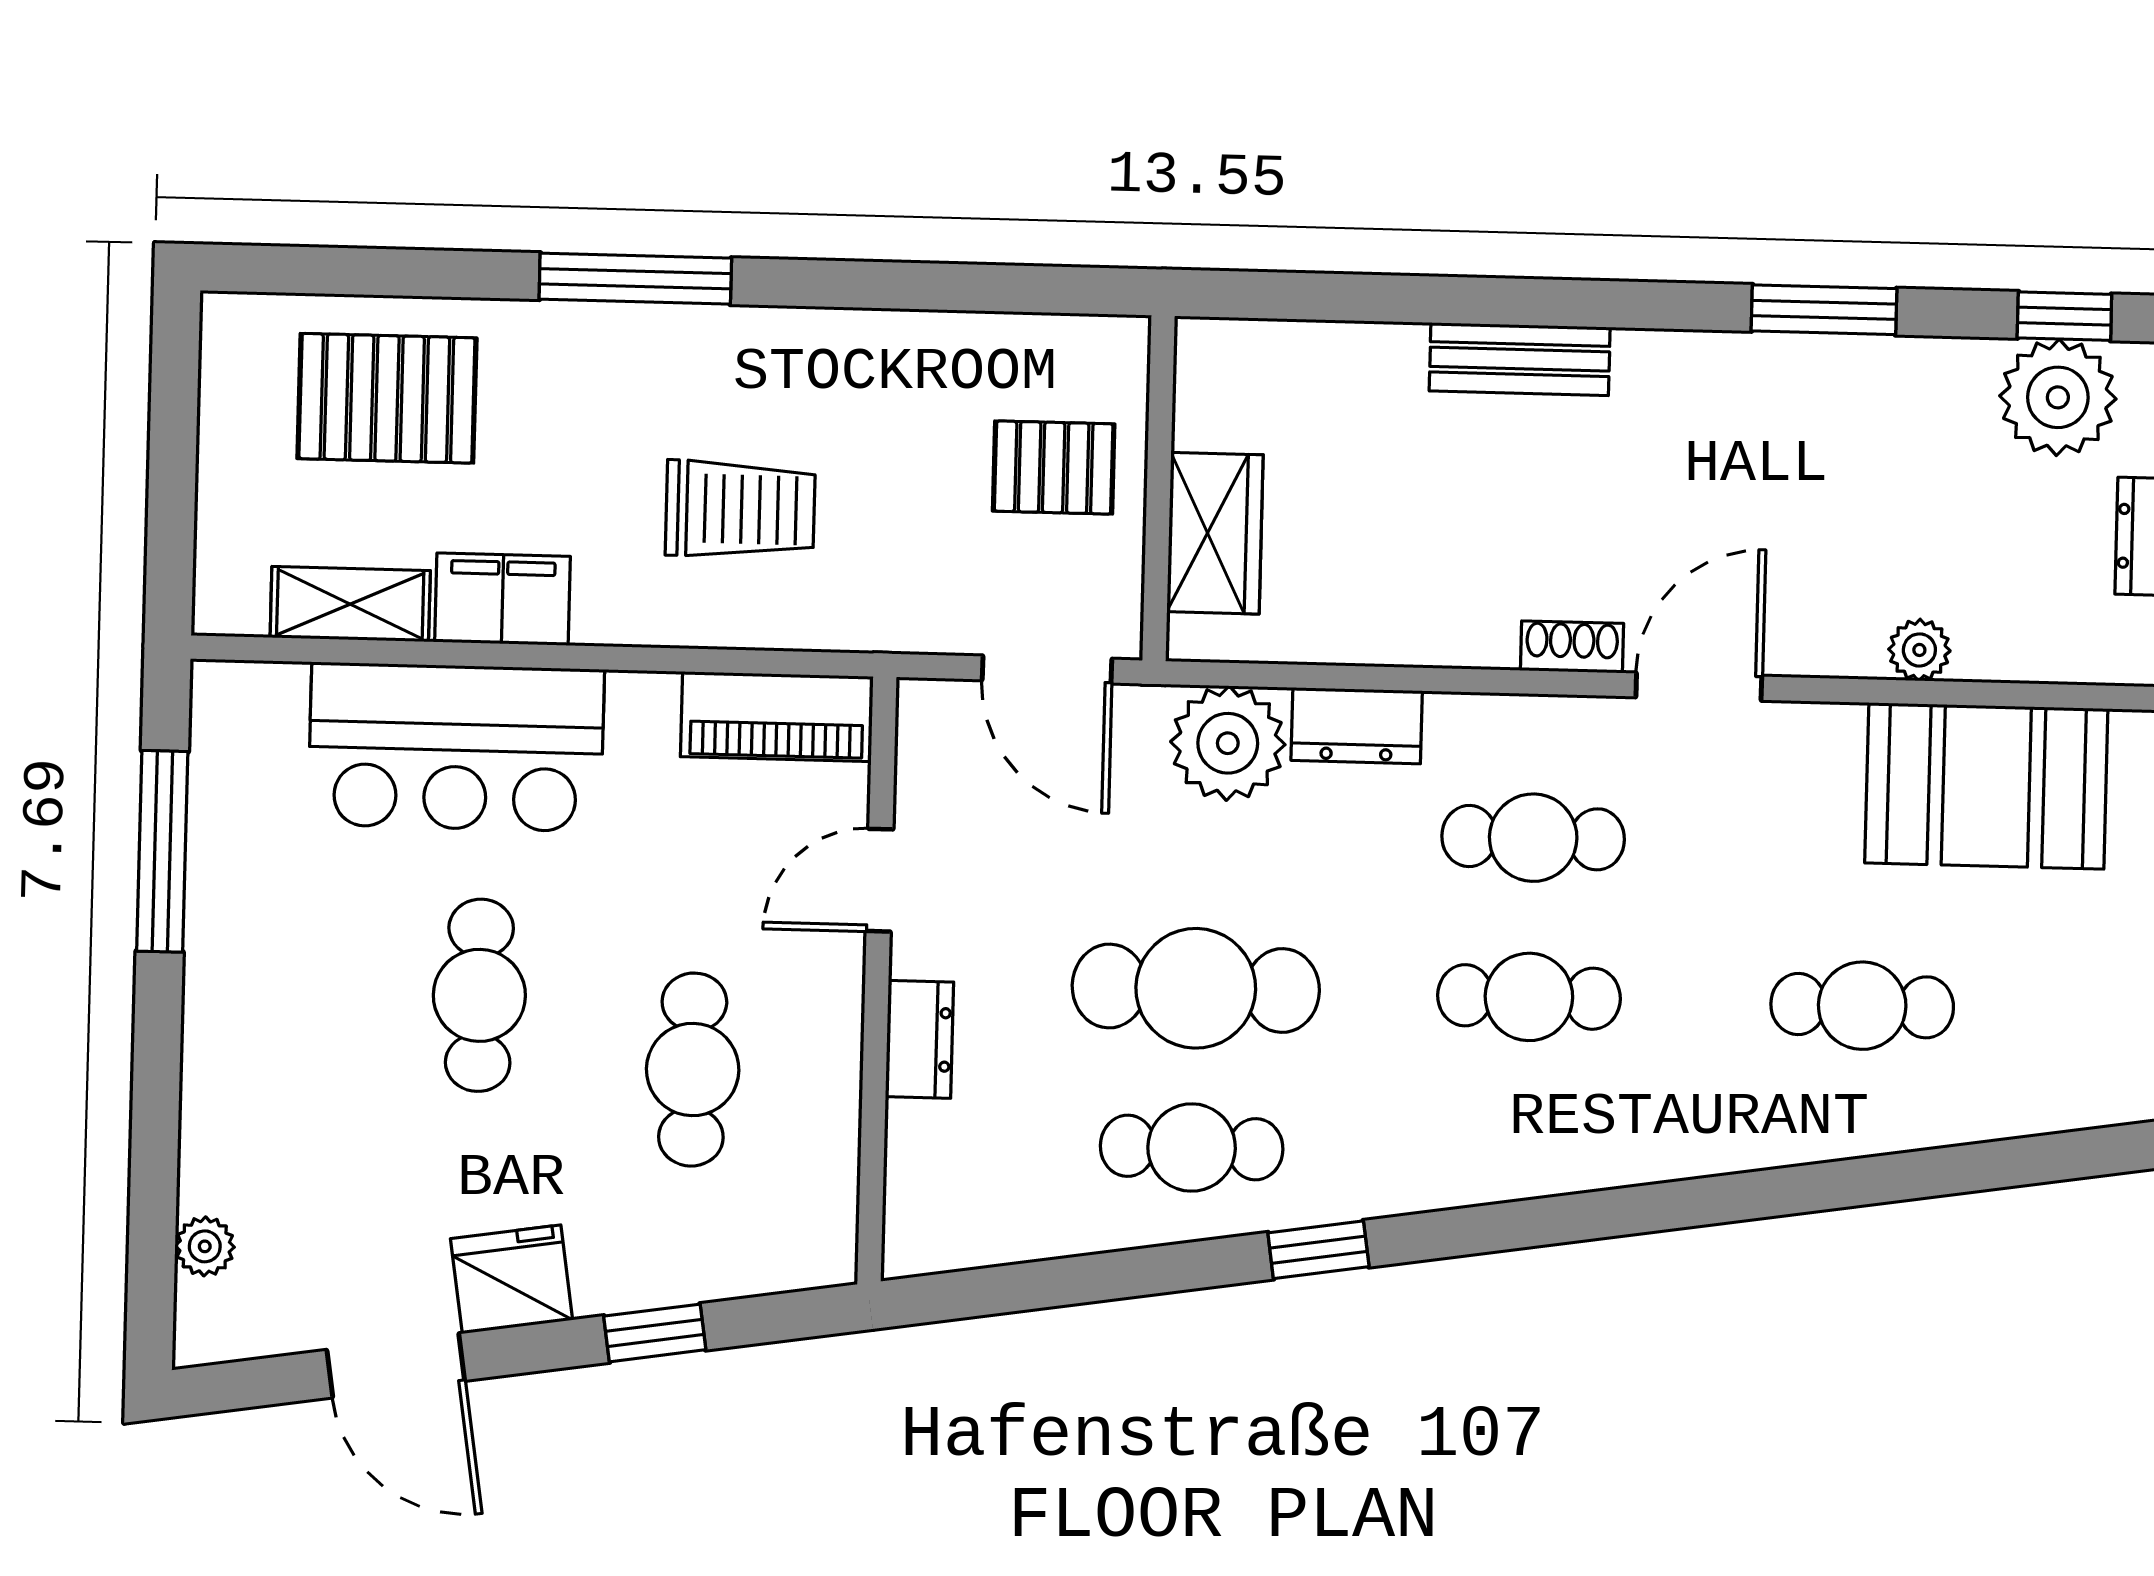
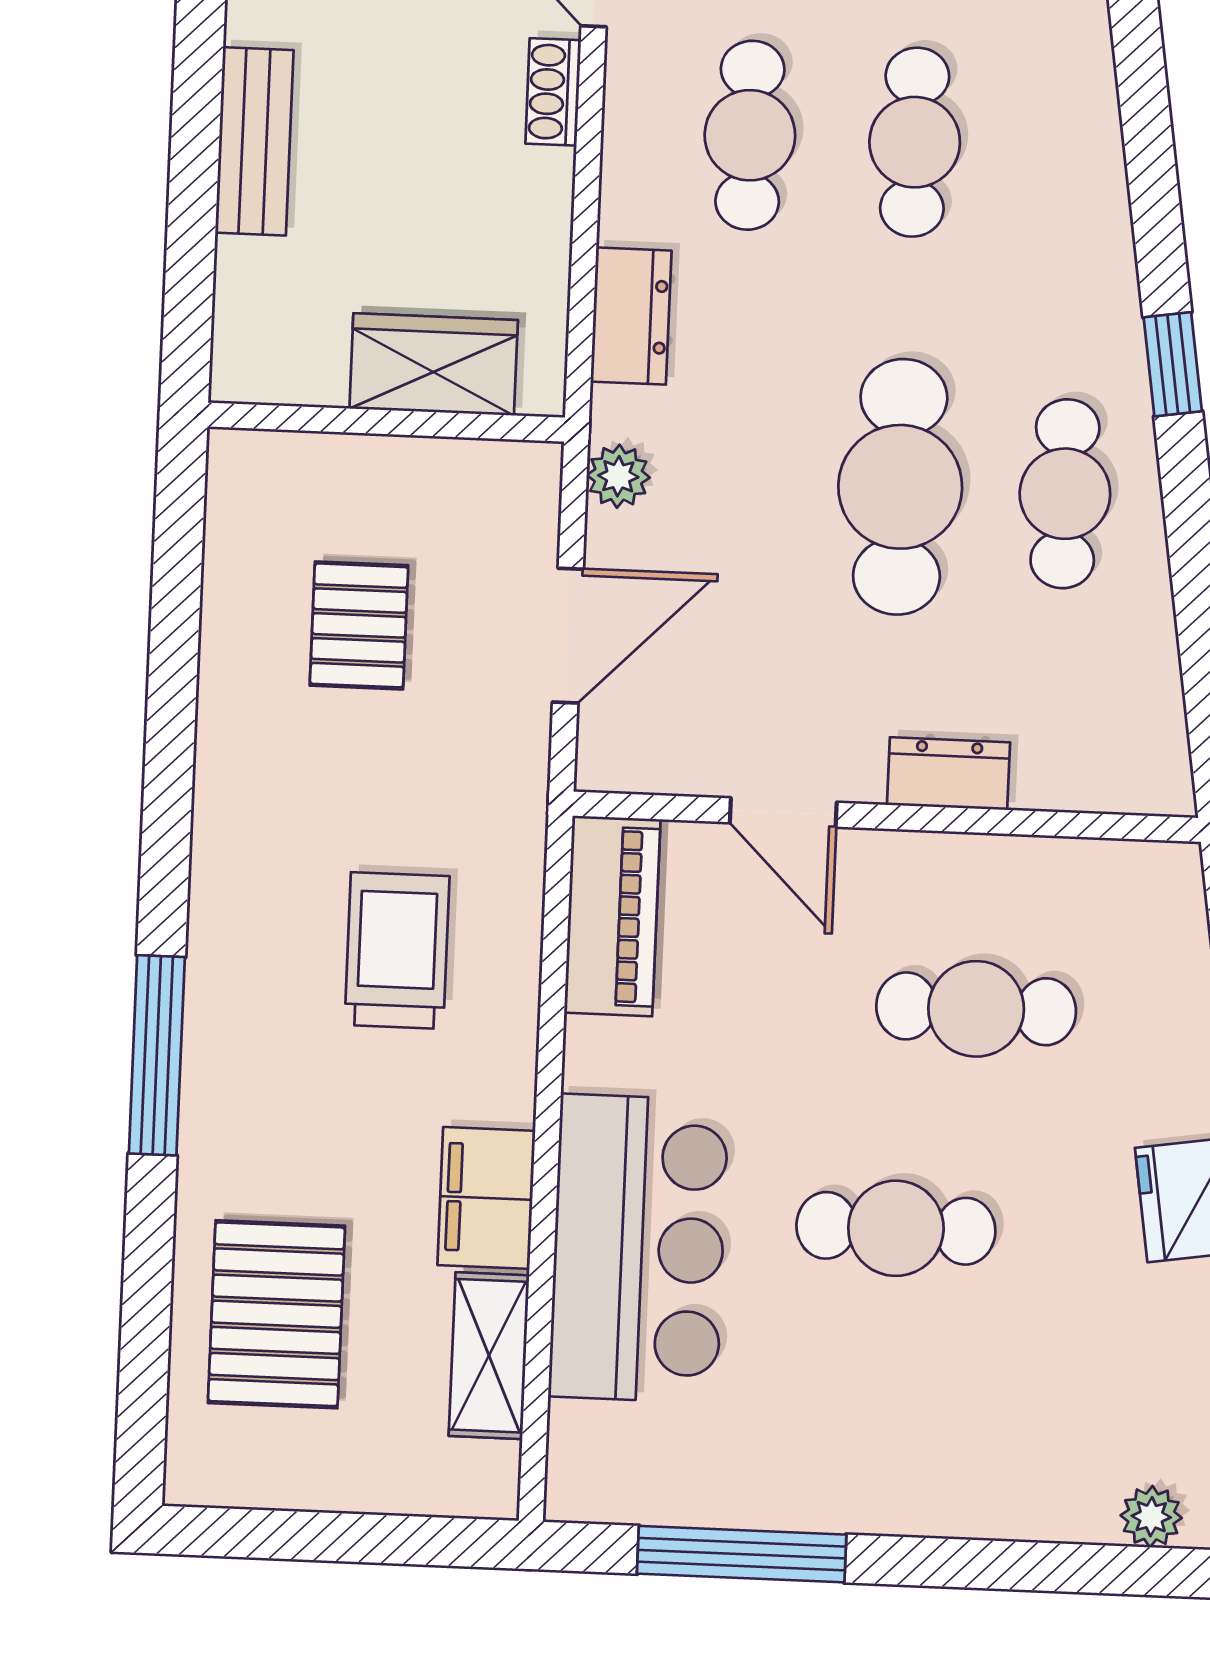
wall: (1158, 488) -> (386, 422), moved
wardrobe: (1215, 533) -> (434, 364), moved
plant: (1228, 743) -> (618, 476), width x0.53, depth x0.53

